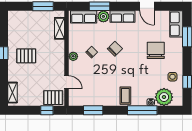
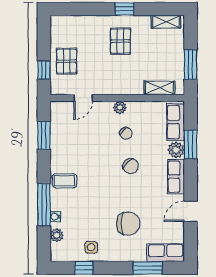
shelving: (13, 93) -> (166, 22), moved
plant: (164, 97) -> (57, 235), width x0.53, depth x0.53
pallet: (53, 98) -> (67, 61), moved

